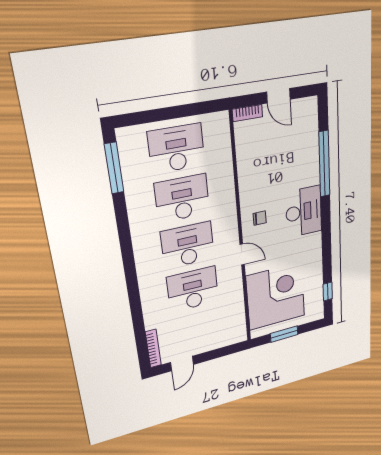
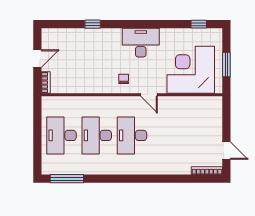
window: (324, 164) -> (93, 24), width x0.32
desk: (304, 212) -> (141, 43), moved
door: (242, 254) -> (149, 95), swing flipped
desk: (193, 289) -> (167, 135), removed

